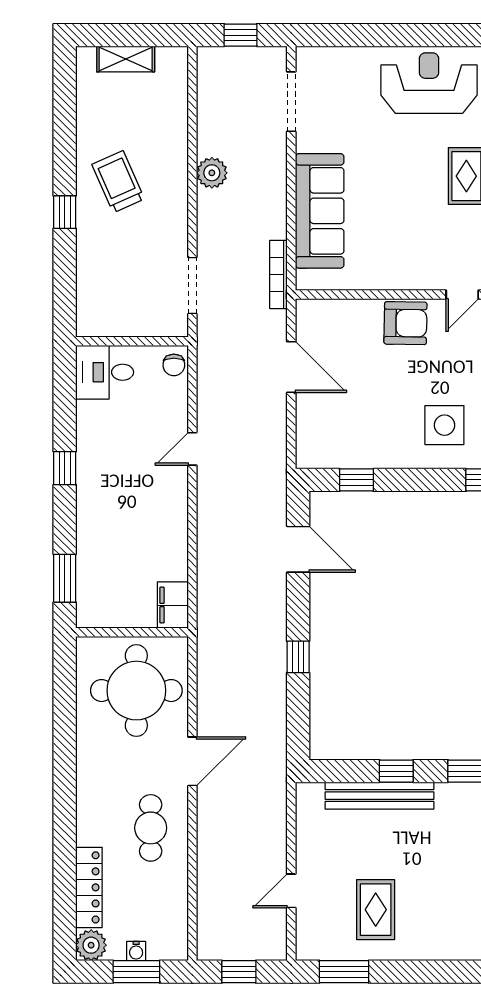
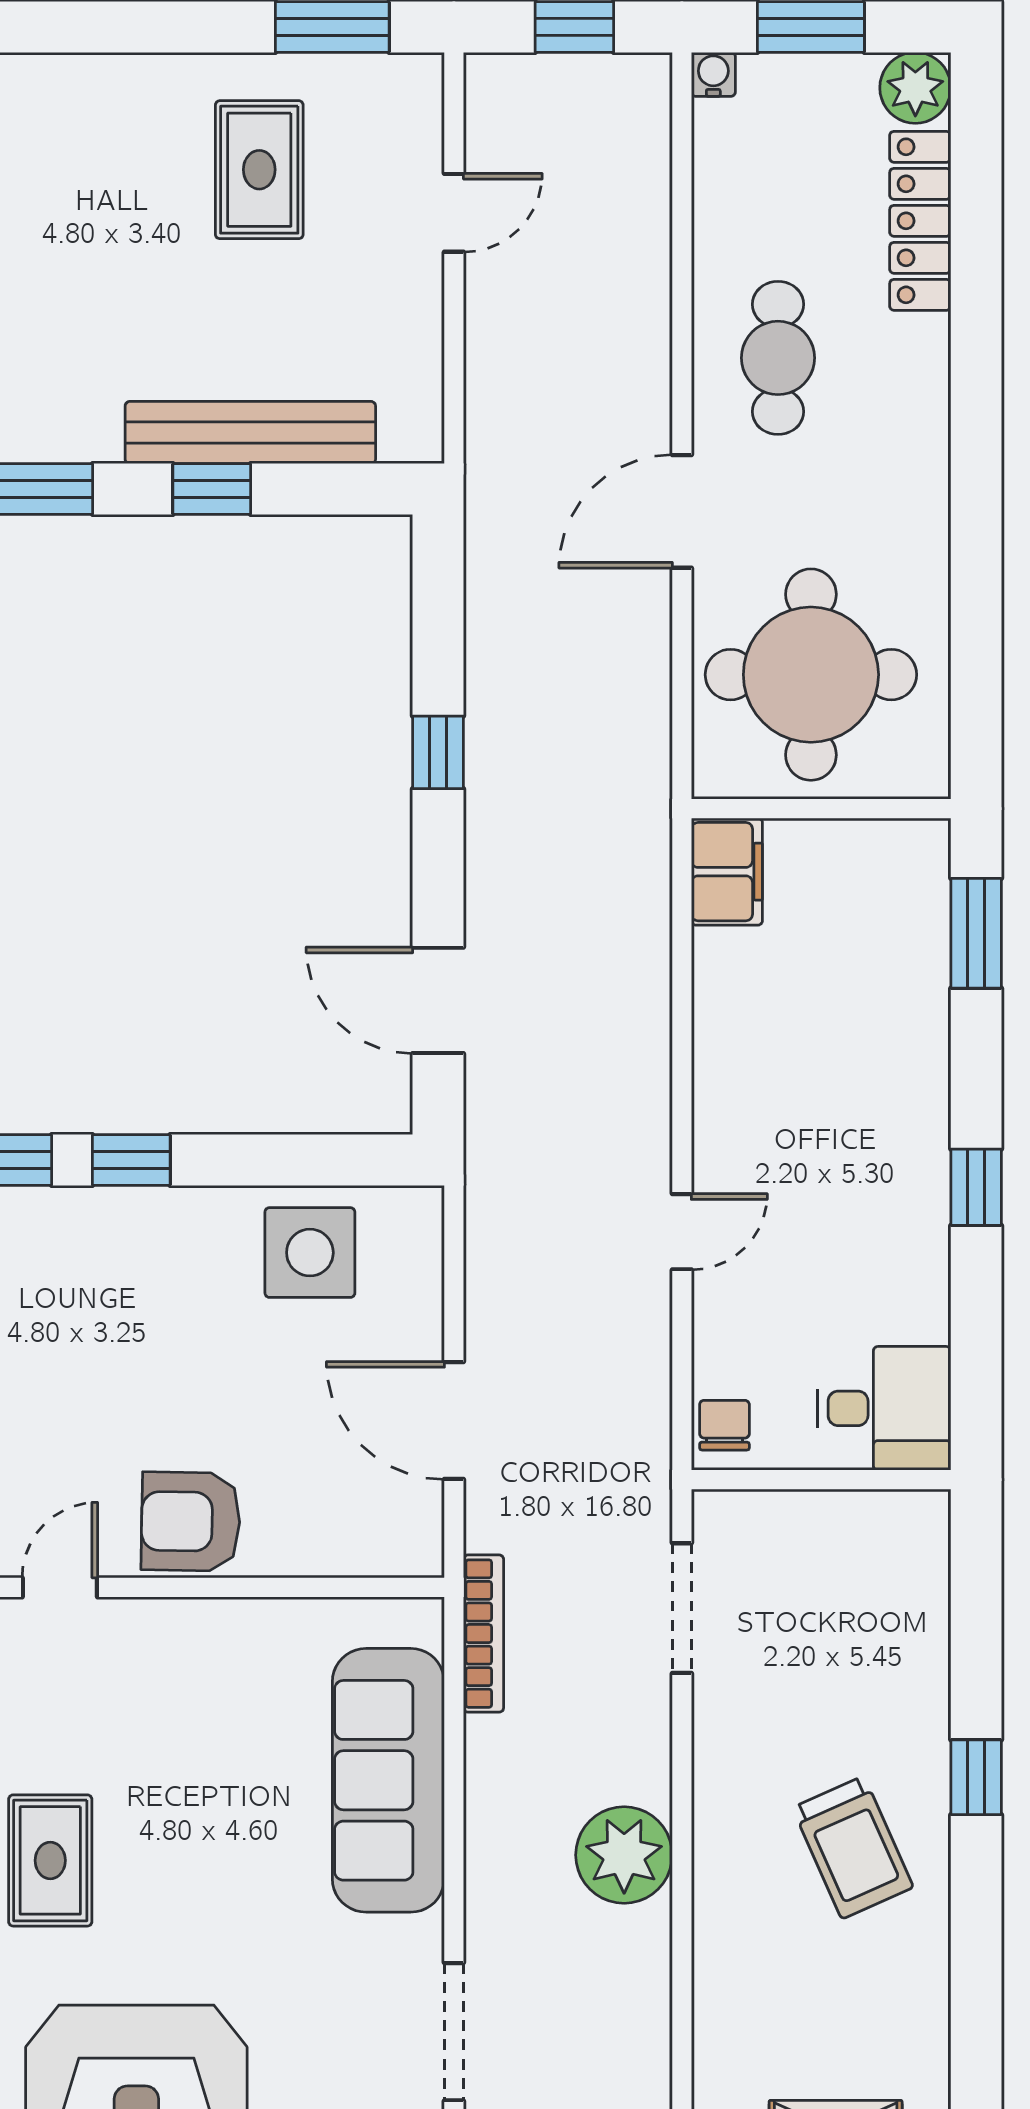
plant: (212, 173) -> (624, 1855), width x1.36, depth x1.36
side table: (444, 425) -> (310, 1253), moved
window: (357, 480) -> (131, 1160), moved
water cooler: (136, 951) -> (713, 74), moved

